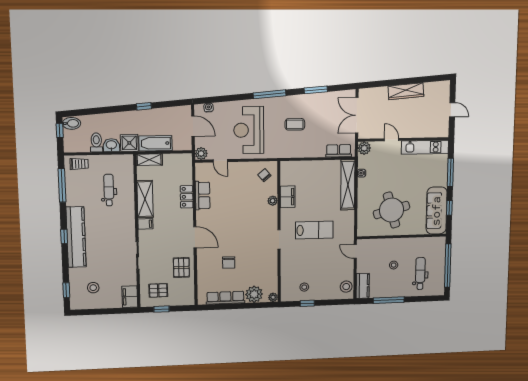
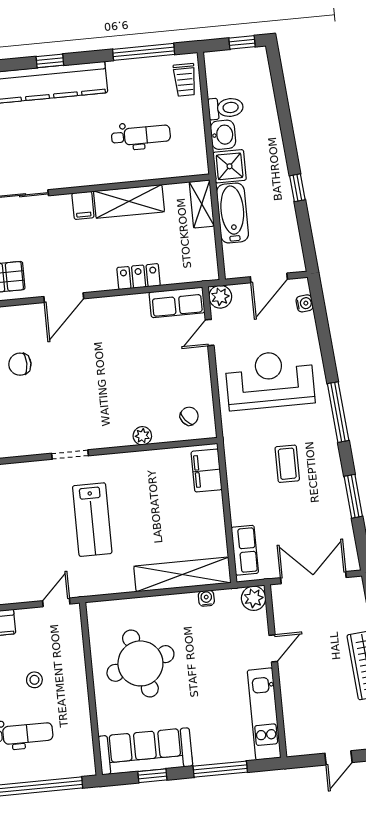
bidet: (72, 123) -> (257, 62), removed
row of seats: (203, 196) -> (177, 302), moved
filing cabinet: (288, 197) -> (207, 471), moved, turned 90

